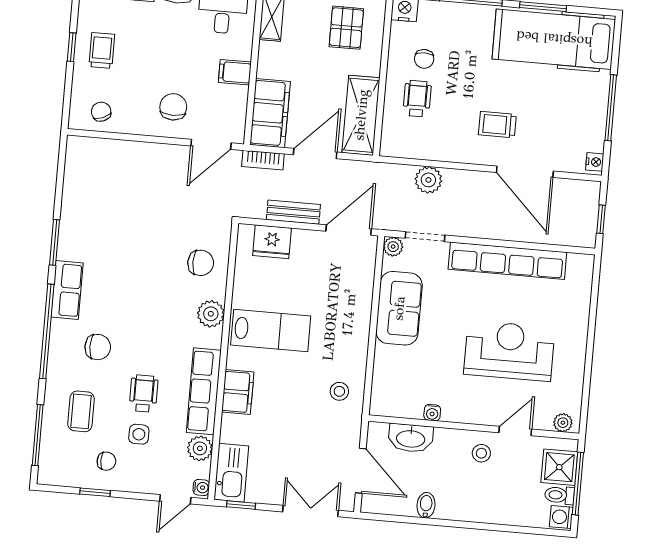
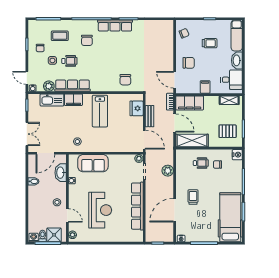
trolley: (102, 50) -> (210, 43), moved
row of seats: (67, 290) -> (115, 26), width x1.48
sofa: (399, 308) -> (93, 163), moved
plant: (211, 314) -> (105, 86), removed
kitchen sink: (231, 473) -> (52, 100), moved

